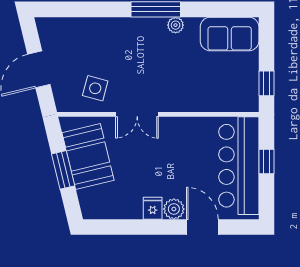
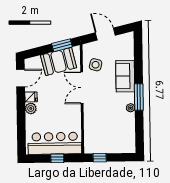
sofa: (230, 34) -> (125, 76), moved
double door: (137, 114) -> (82, 88), width x1.37
window: (63, 170) -> (62, 45), moved
door: (202, 227) -> (21, 78), moved

